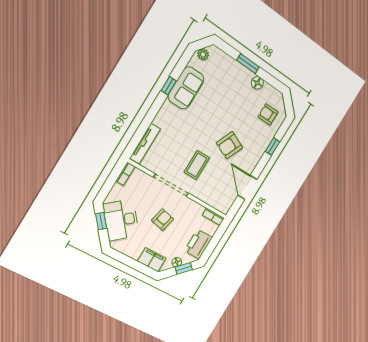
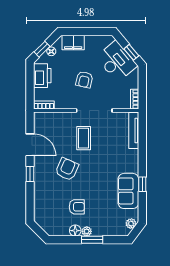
plant: (248, 75) -> (87, 231), added
armchair: (268, 114) -> (77, 207), moved
window: (273, 146) -> (30, 174), moved

